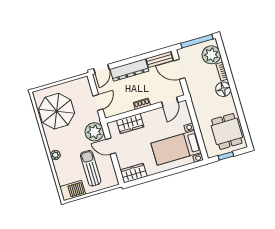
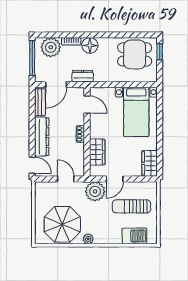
dresser: (194, 91) -> (83, 76), added
plant: (55, 155) -> (88, 239), moved
window: (226, 156) -> (160, 52), moved
barbecue: (73, 191) -> (134, 236), moved, turned 90

